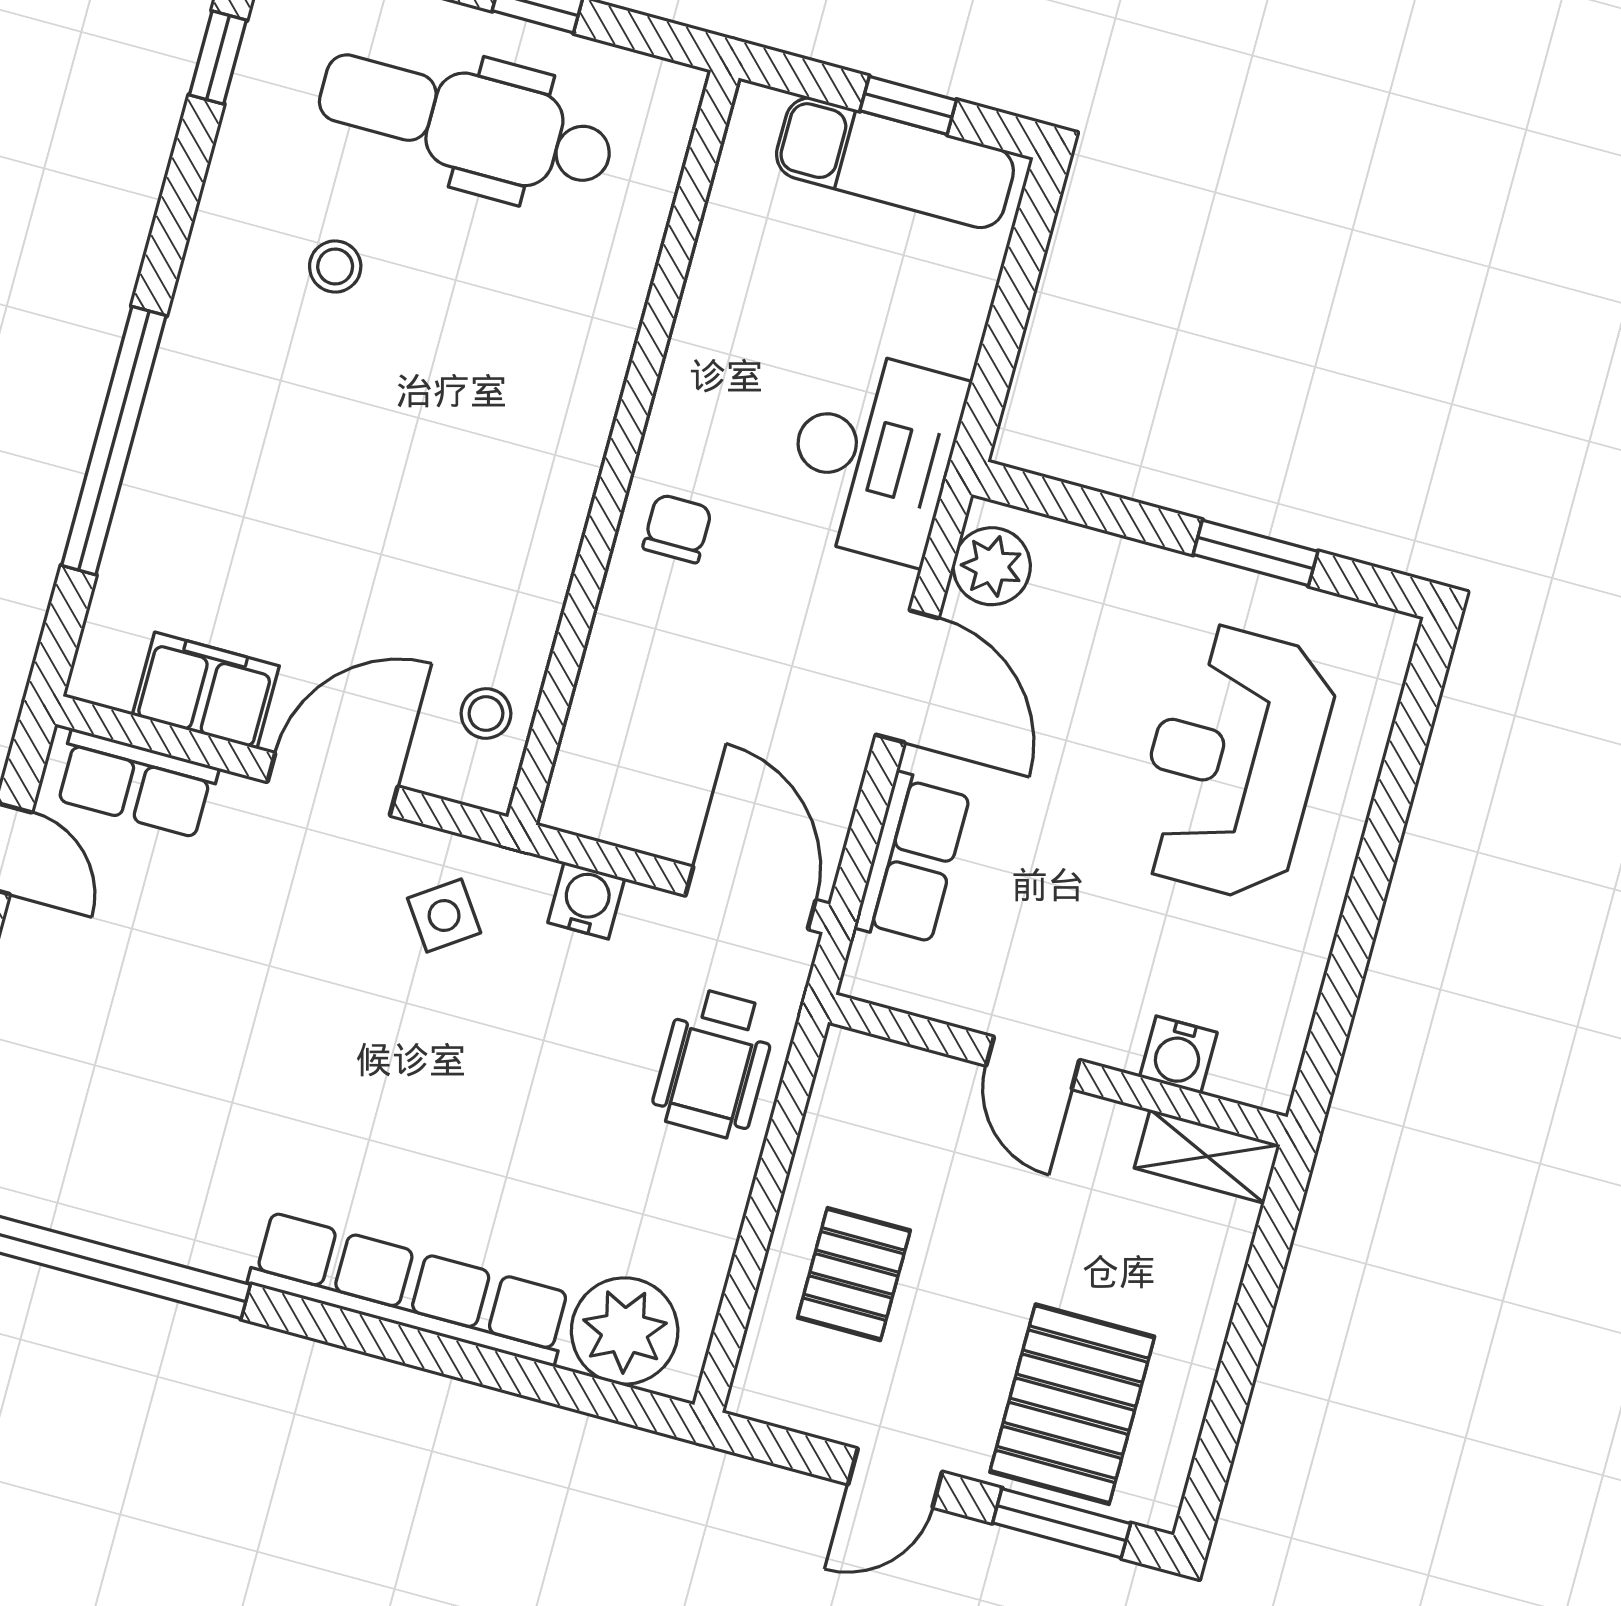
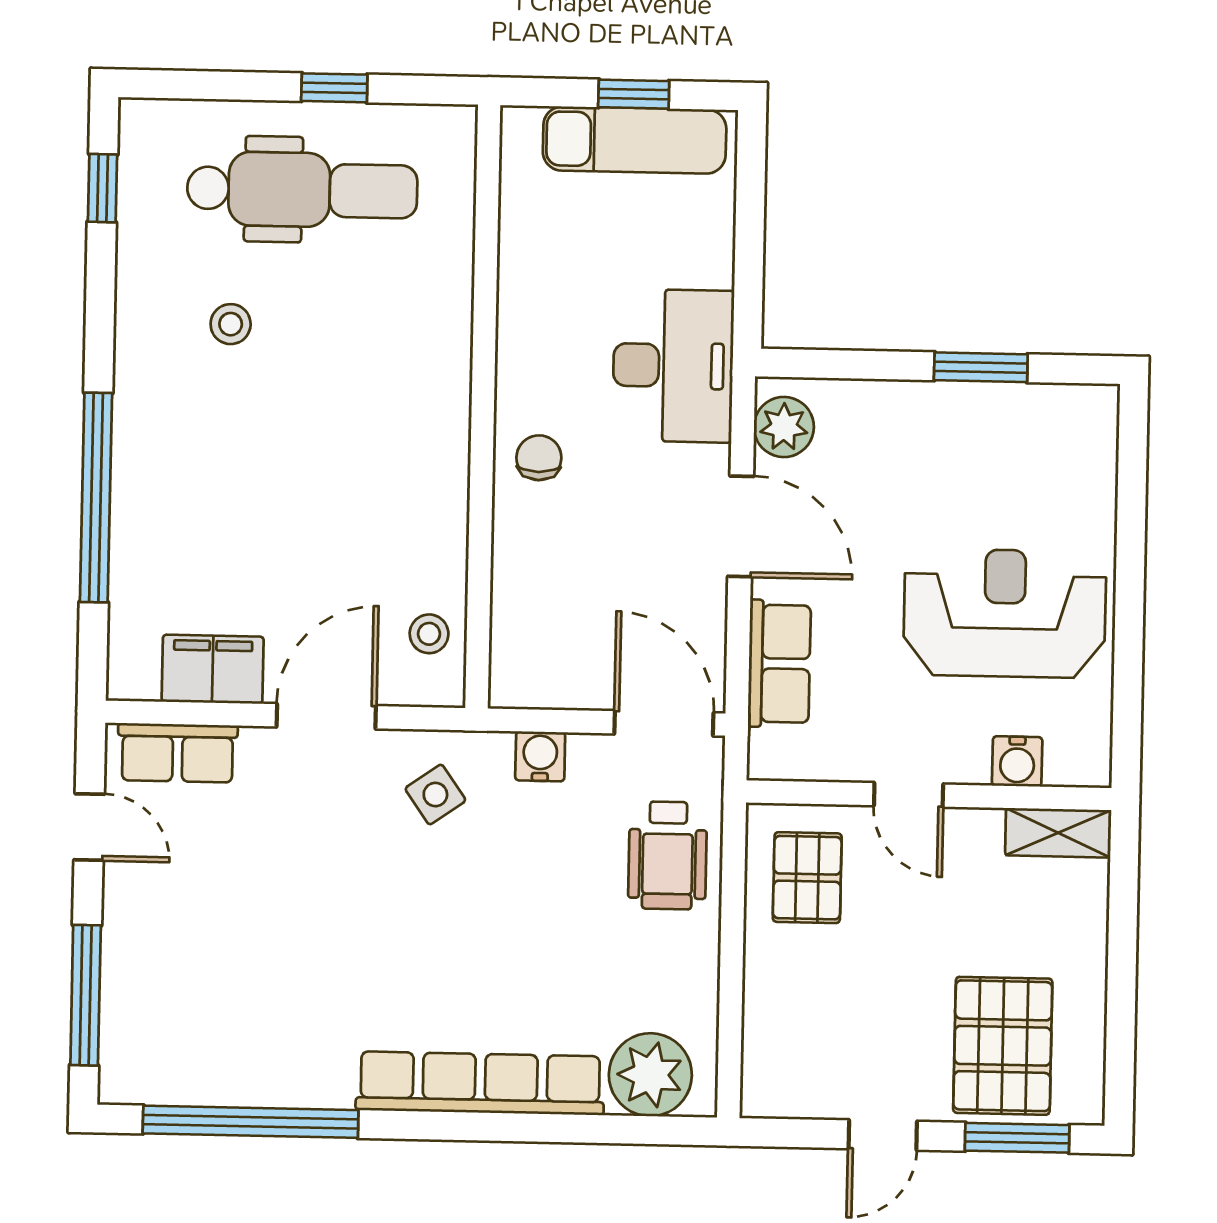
dental chair: (466, 122) -> (302, 190), turned 180
reception desk: (1233, 762) -> (1005, 613), moved, turned 90
pallet: (854, 1274) -> (807, 878), moved

